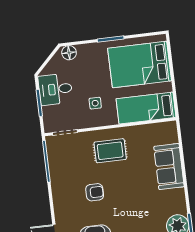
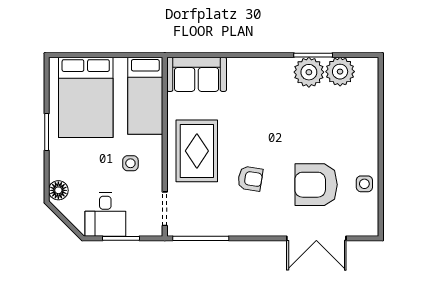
rug: (110, 151) -> (197, 151), width x1.36, depth x1.43
sofa: (169, 167) -> (197, 74), moved
armchair: (95, 192) -> (250, 179), turned 99

